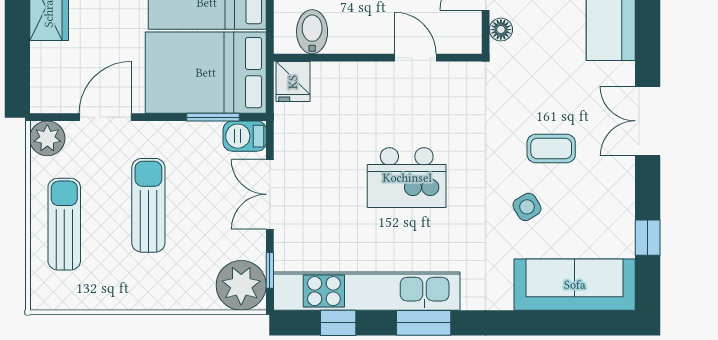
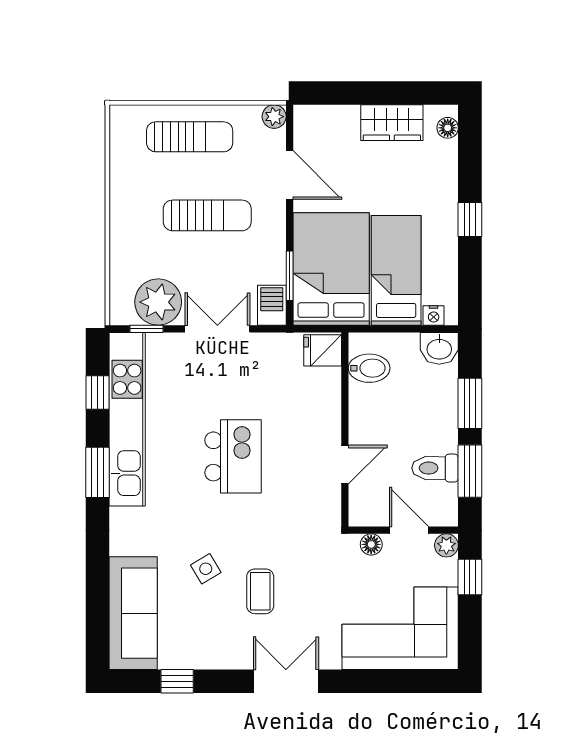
plant: (47, 138) -> (274, 117), width x0.73, depth x0.73
kitchen island: (407, 178) -> (233, 456), turned 180
plant: (241, 285) -> (158, 302), moved

